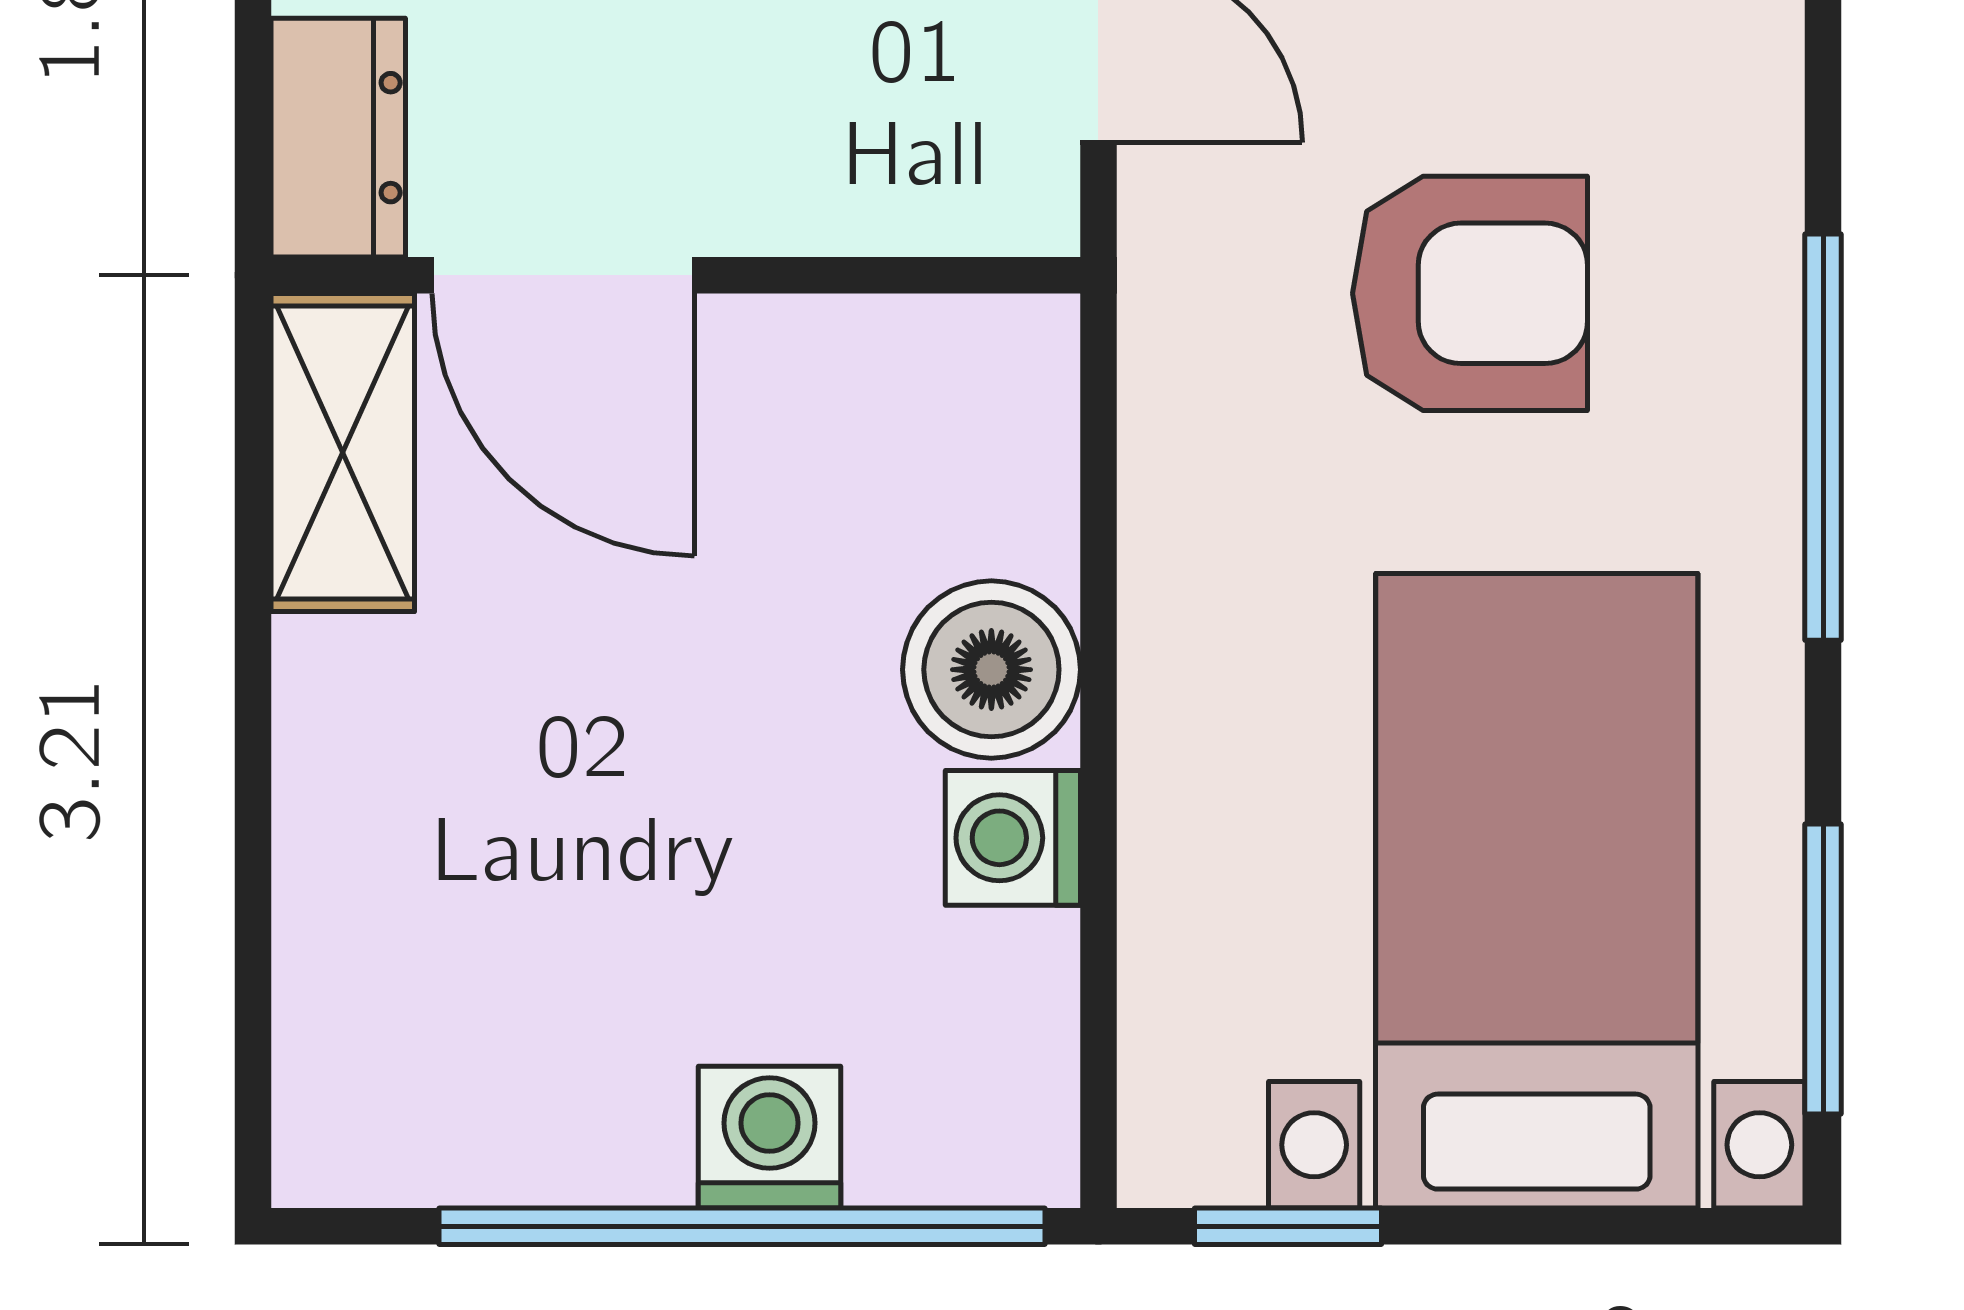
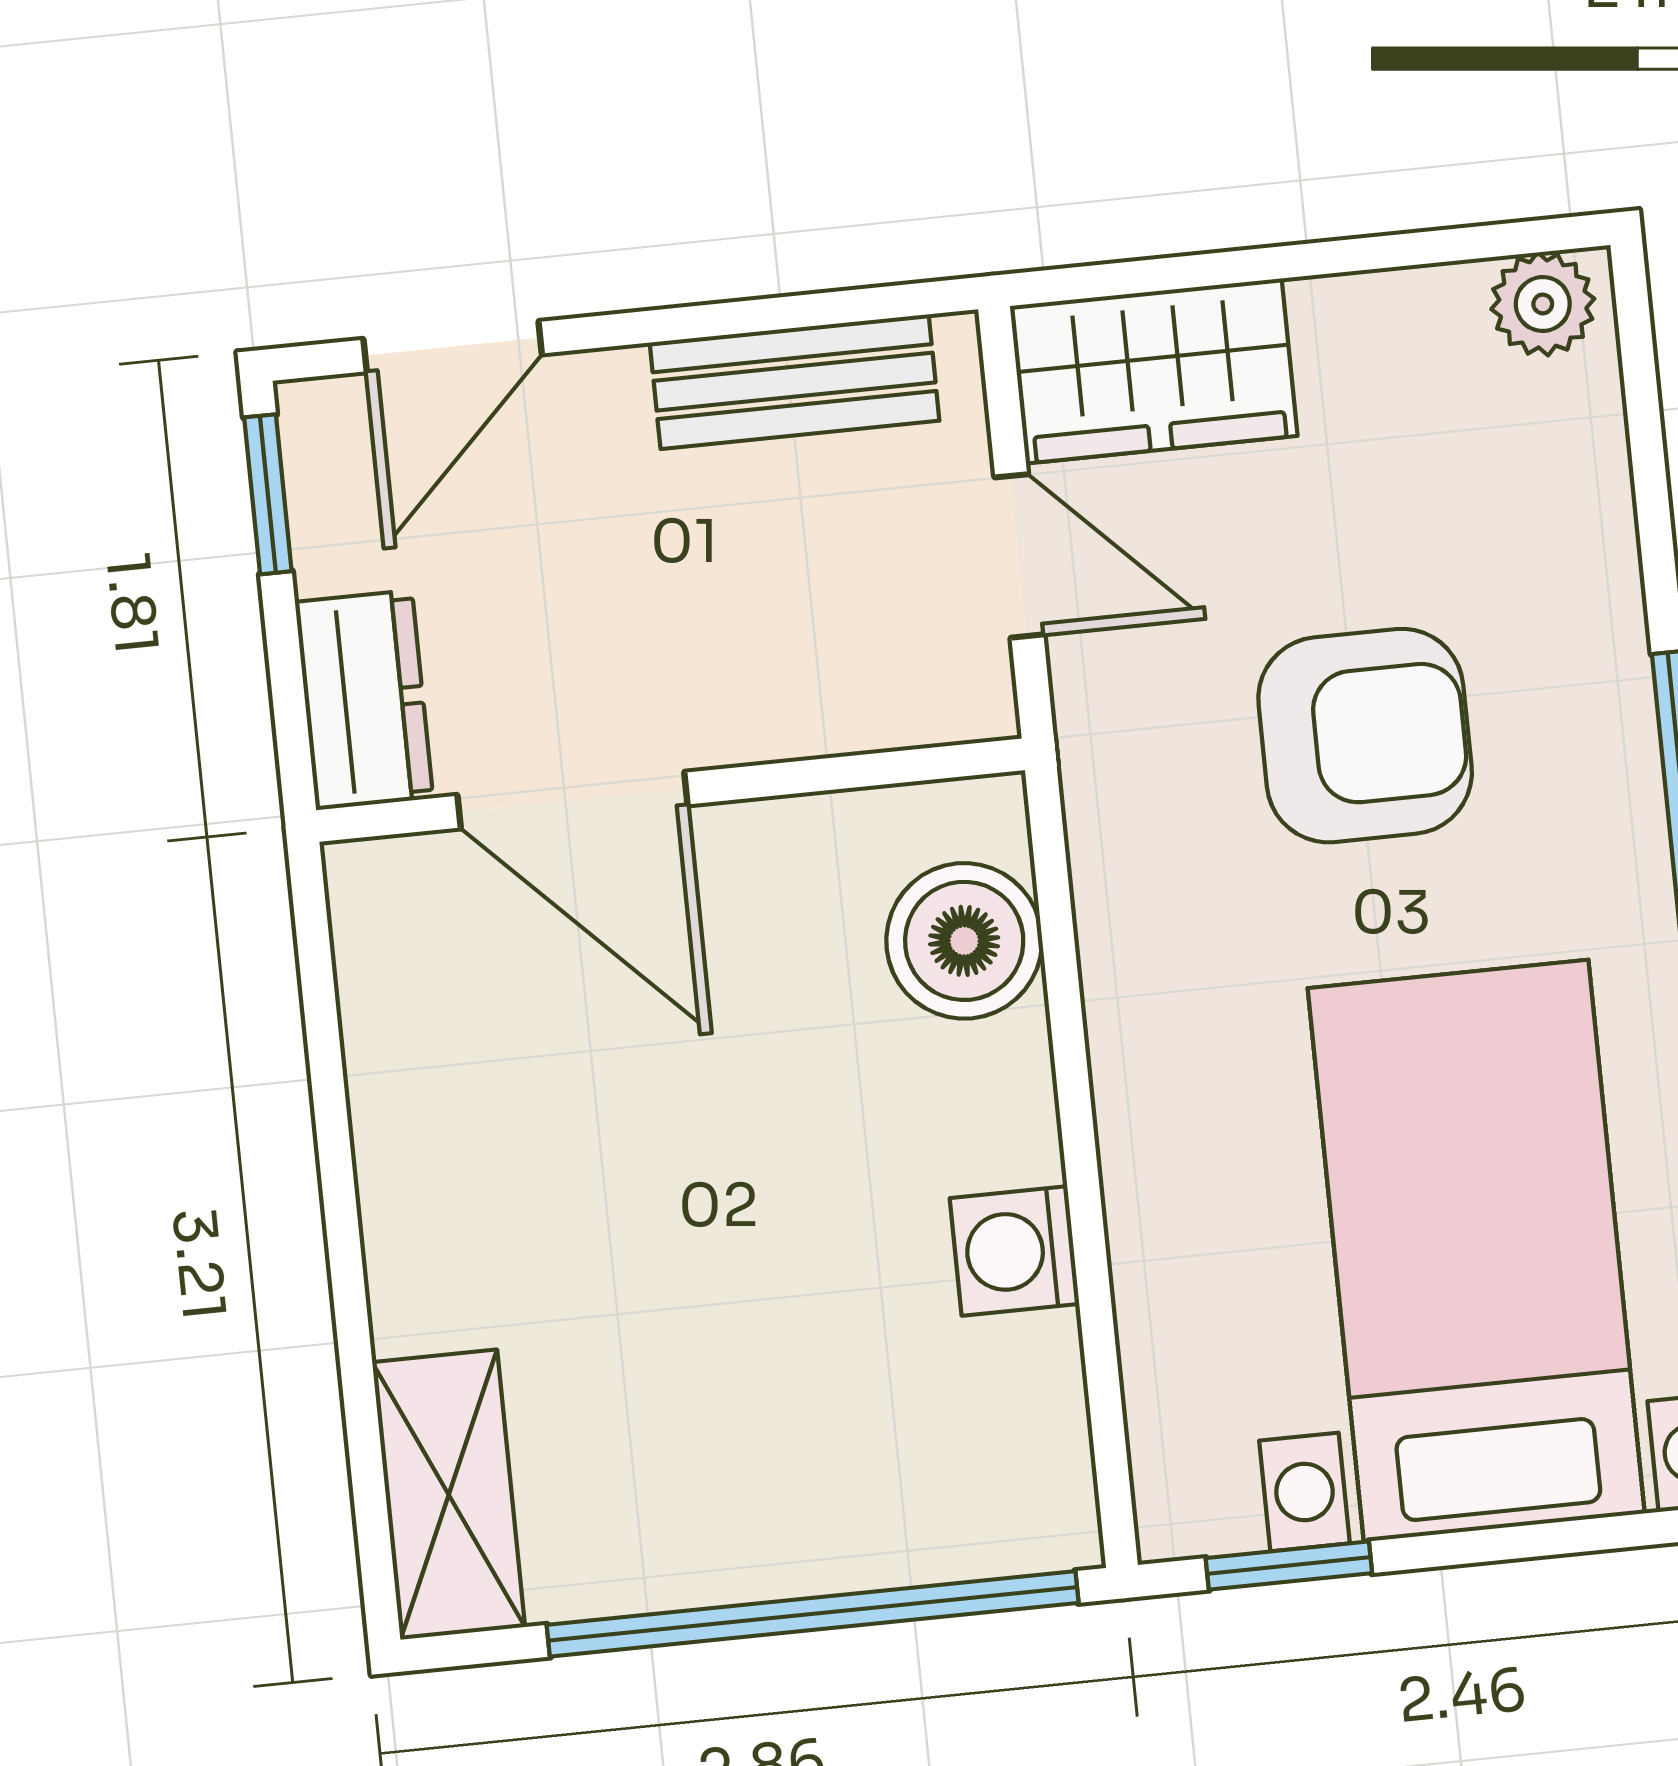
shelving: (343, 452) -> (449, 1495), moved
boiler: (991, 670) -> (964, 941), moved
washing machine: (770, 1137) -> (829, 1534), removed

